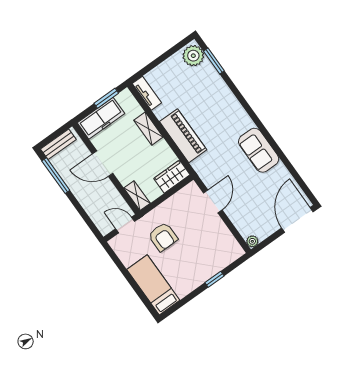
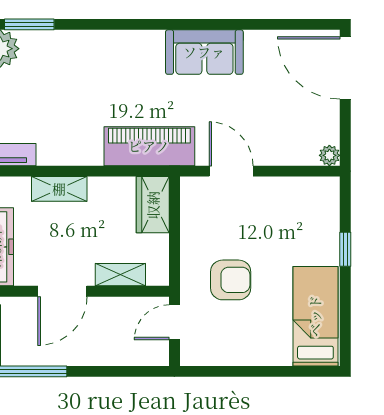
piano: (183, 136) -> (149, 146), moved
shelving: (137, 196) -> (120, 275), moved
bed: (153, 285) -> (315, 316), moved, turned 90

